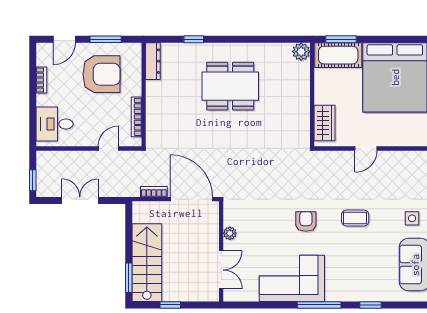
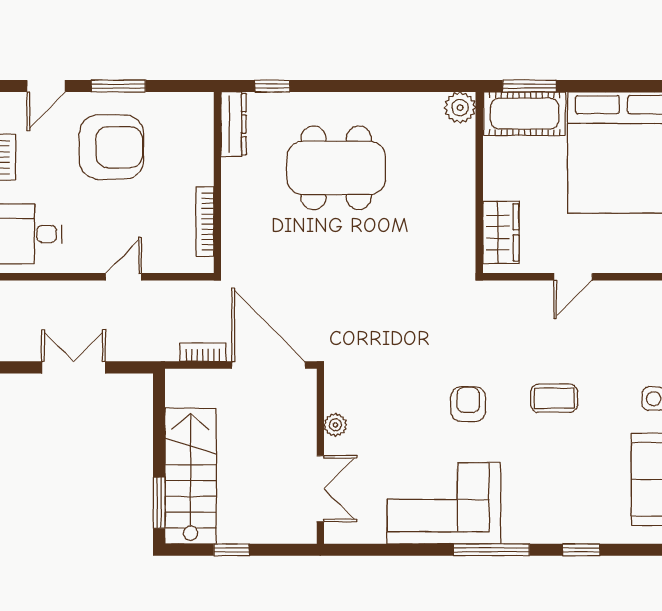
dresser: (153, 61) -> (233, 124), moved
wall: (144, 95) -> (217, 183), moved
bookcase: (137, 117) -> (205, 222), moved

